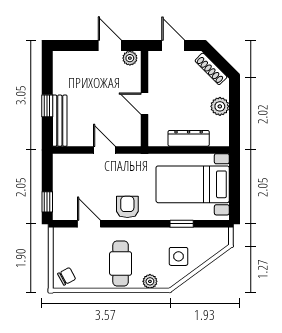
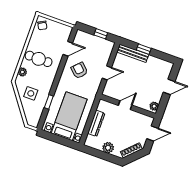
door: (110, 45) -> (169, 87), moved
window: (47, 202) -> (101, 34), moved
armchair: (127, 207) -> (79, 70), moved, turned -136

